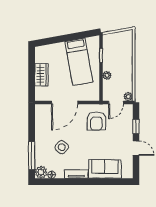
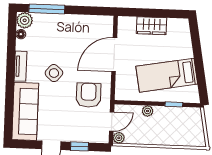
door: (65, 102) -> (114, 55), hinge flipped
door: (116, 102) -> (112, 122), swing flipped
armchair: (96, 121) -> (89, 95), turned 90
side table: (62, 147) -> (54, 73), moved
sofa: (105, 169) -> (25, 111), width x1.36

